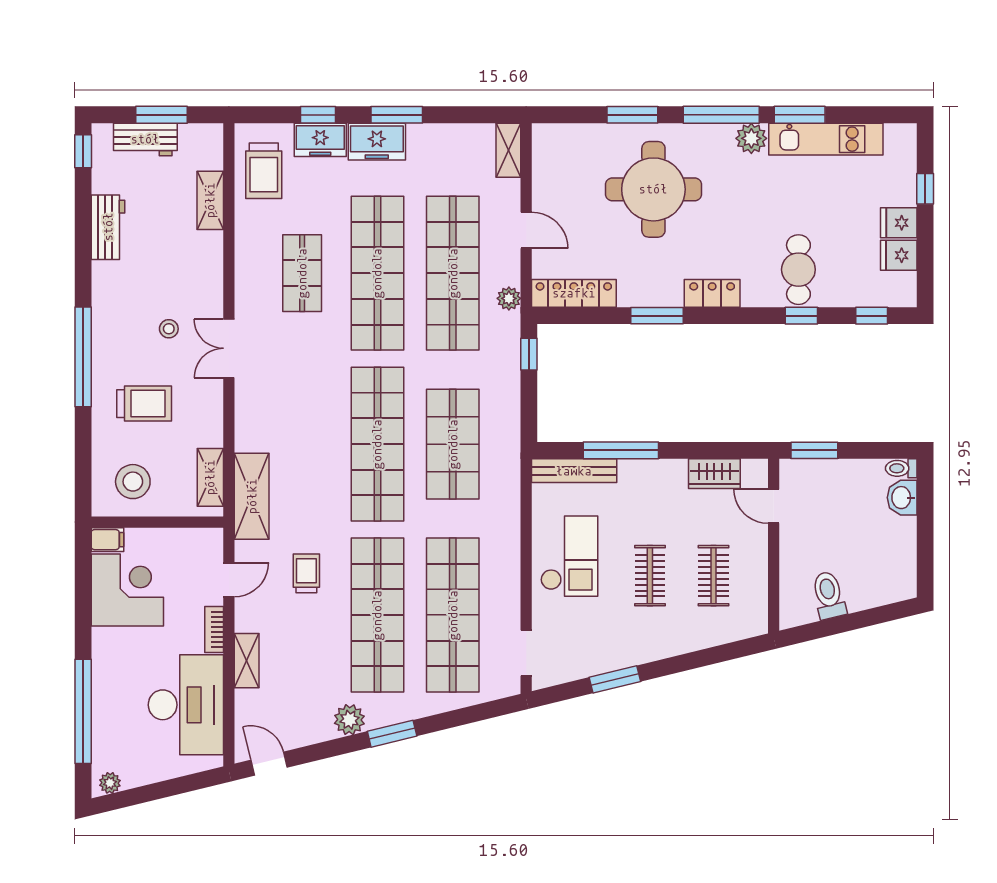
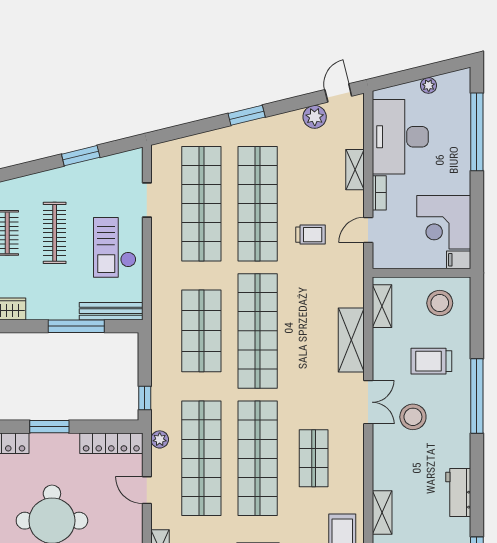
stool: (169, 329) -> (413, 417), width x1.89, depth x1.89
shelving: (252, 496) -> (351, 340), moved
trolley: (306, 573) -> (310, 235), turned -90
clothes rail: (650, 576) -> (55, 233), width x1.36
doorway: (526, 653) -> (147, 200), moved
plant: (349, 720) -> (315, 117), moved
door: (269, 764) -> (338, 93), swing flipped
plant: (110, 783) -> (428, 85), moved

